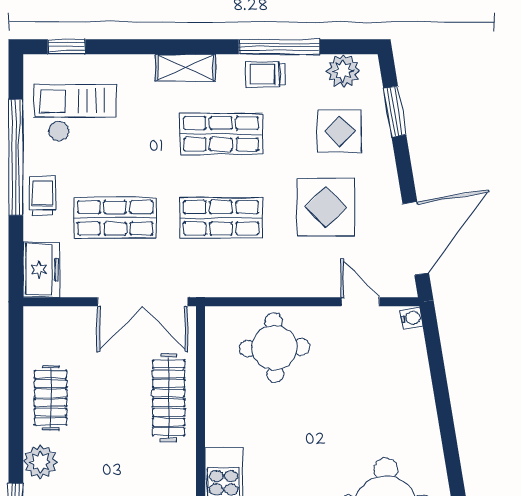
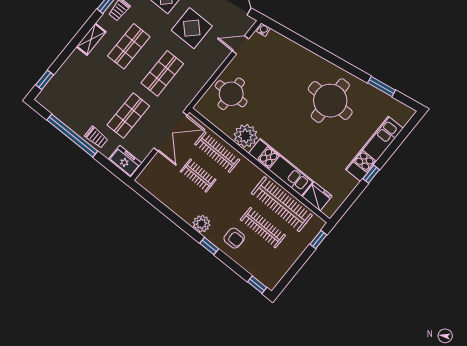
checkout: (75, 113) -> (74, 98), removed
trolley: (43, 196) -> (96, 137), turned 180
clothes rail: (51, 398) -> (198, 176), moved
plant: (228, 421) -> (246, 136), added

